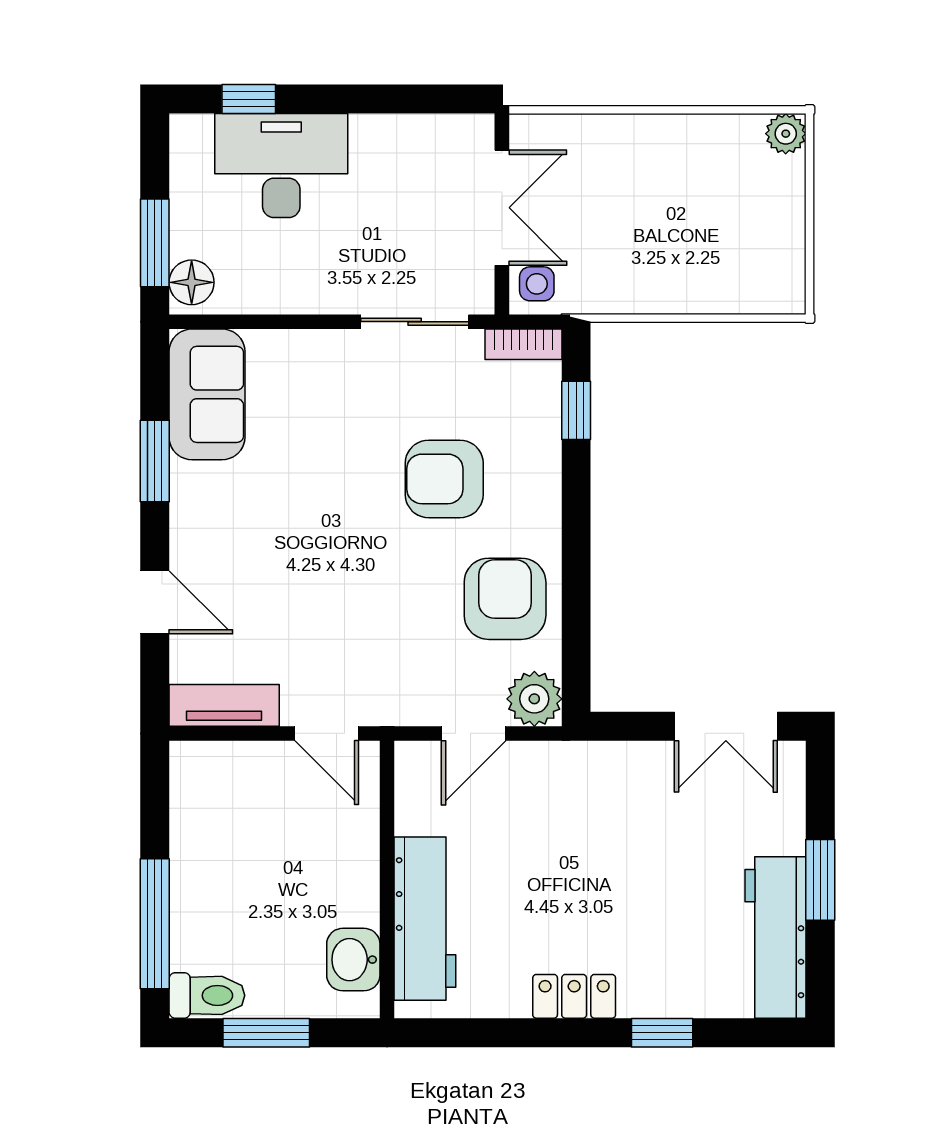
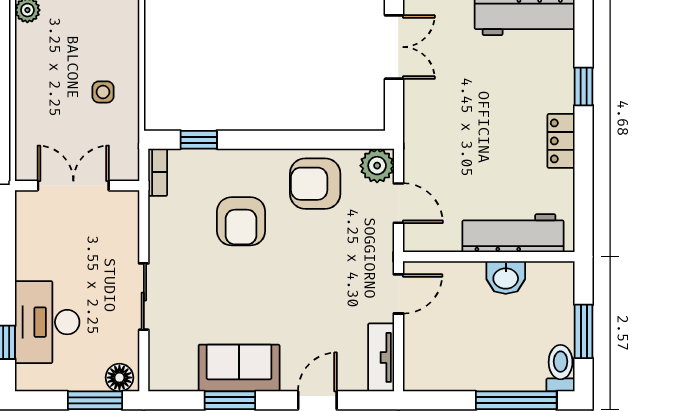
side table: (537, 284) -> (103, 92), moved
sliding door: (415, 322) -> (144, 297), moved
sofa: (207, 394) -> (239, 368), moved
washbasin: (353, 960) -> (506, 278), moved

